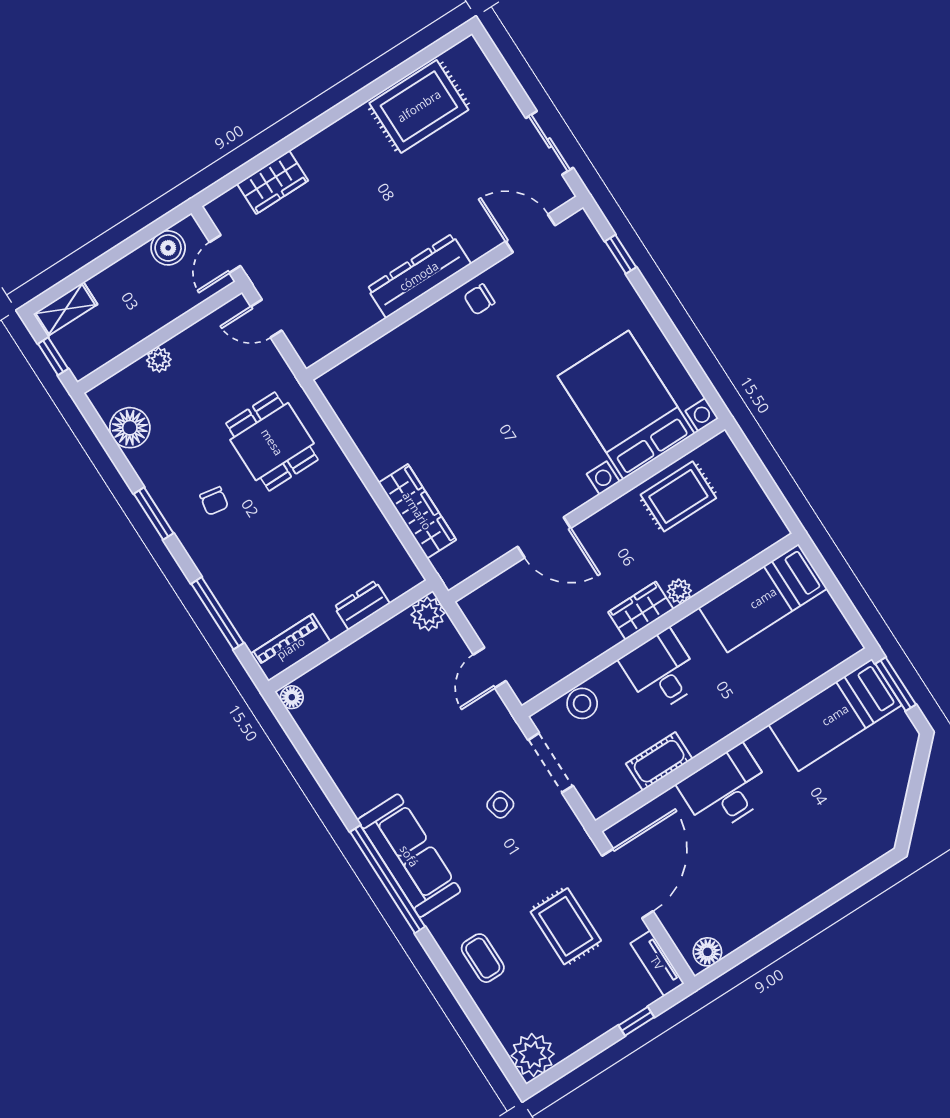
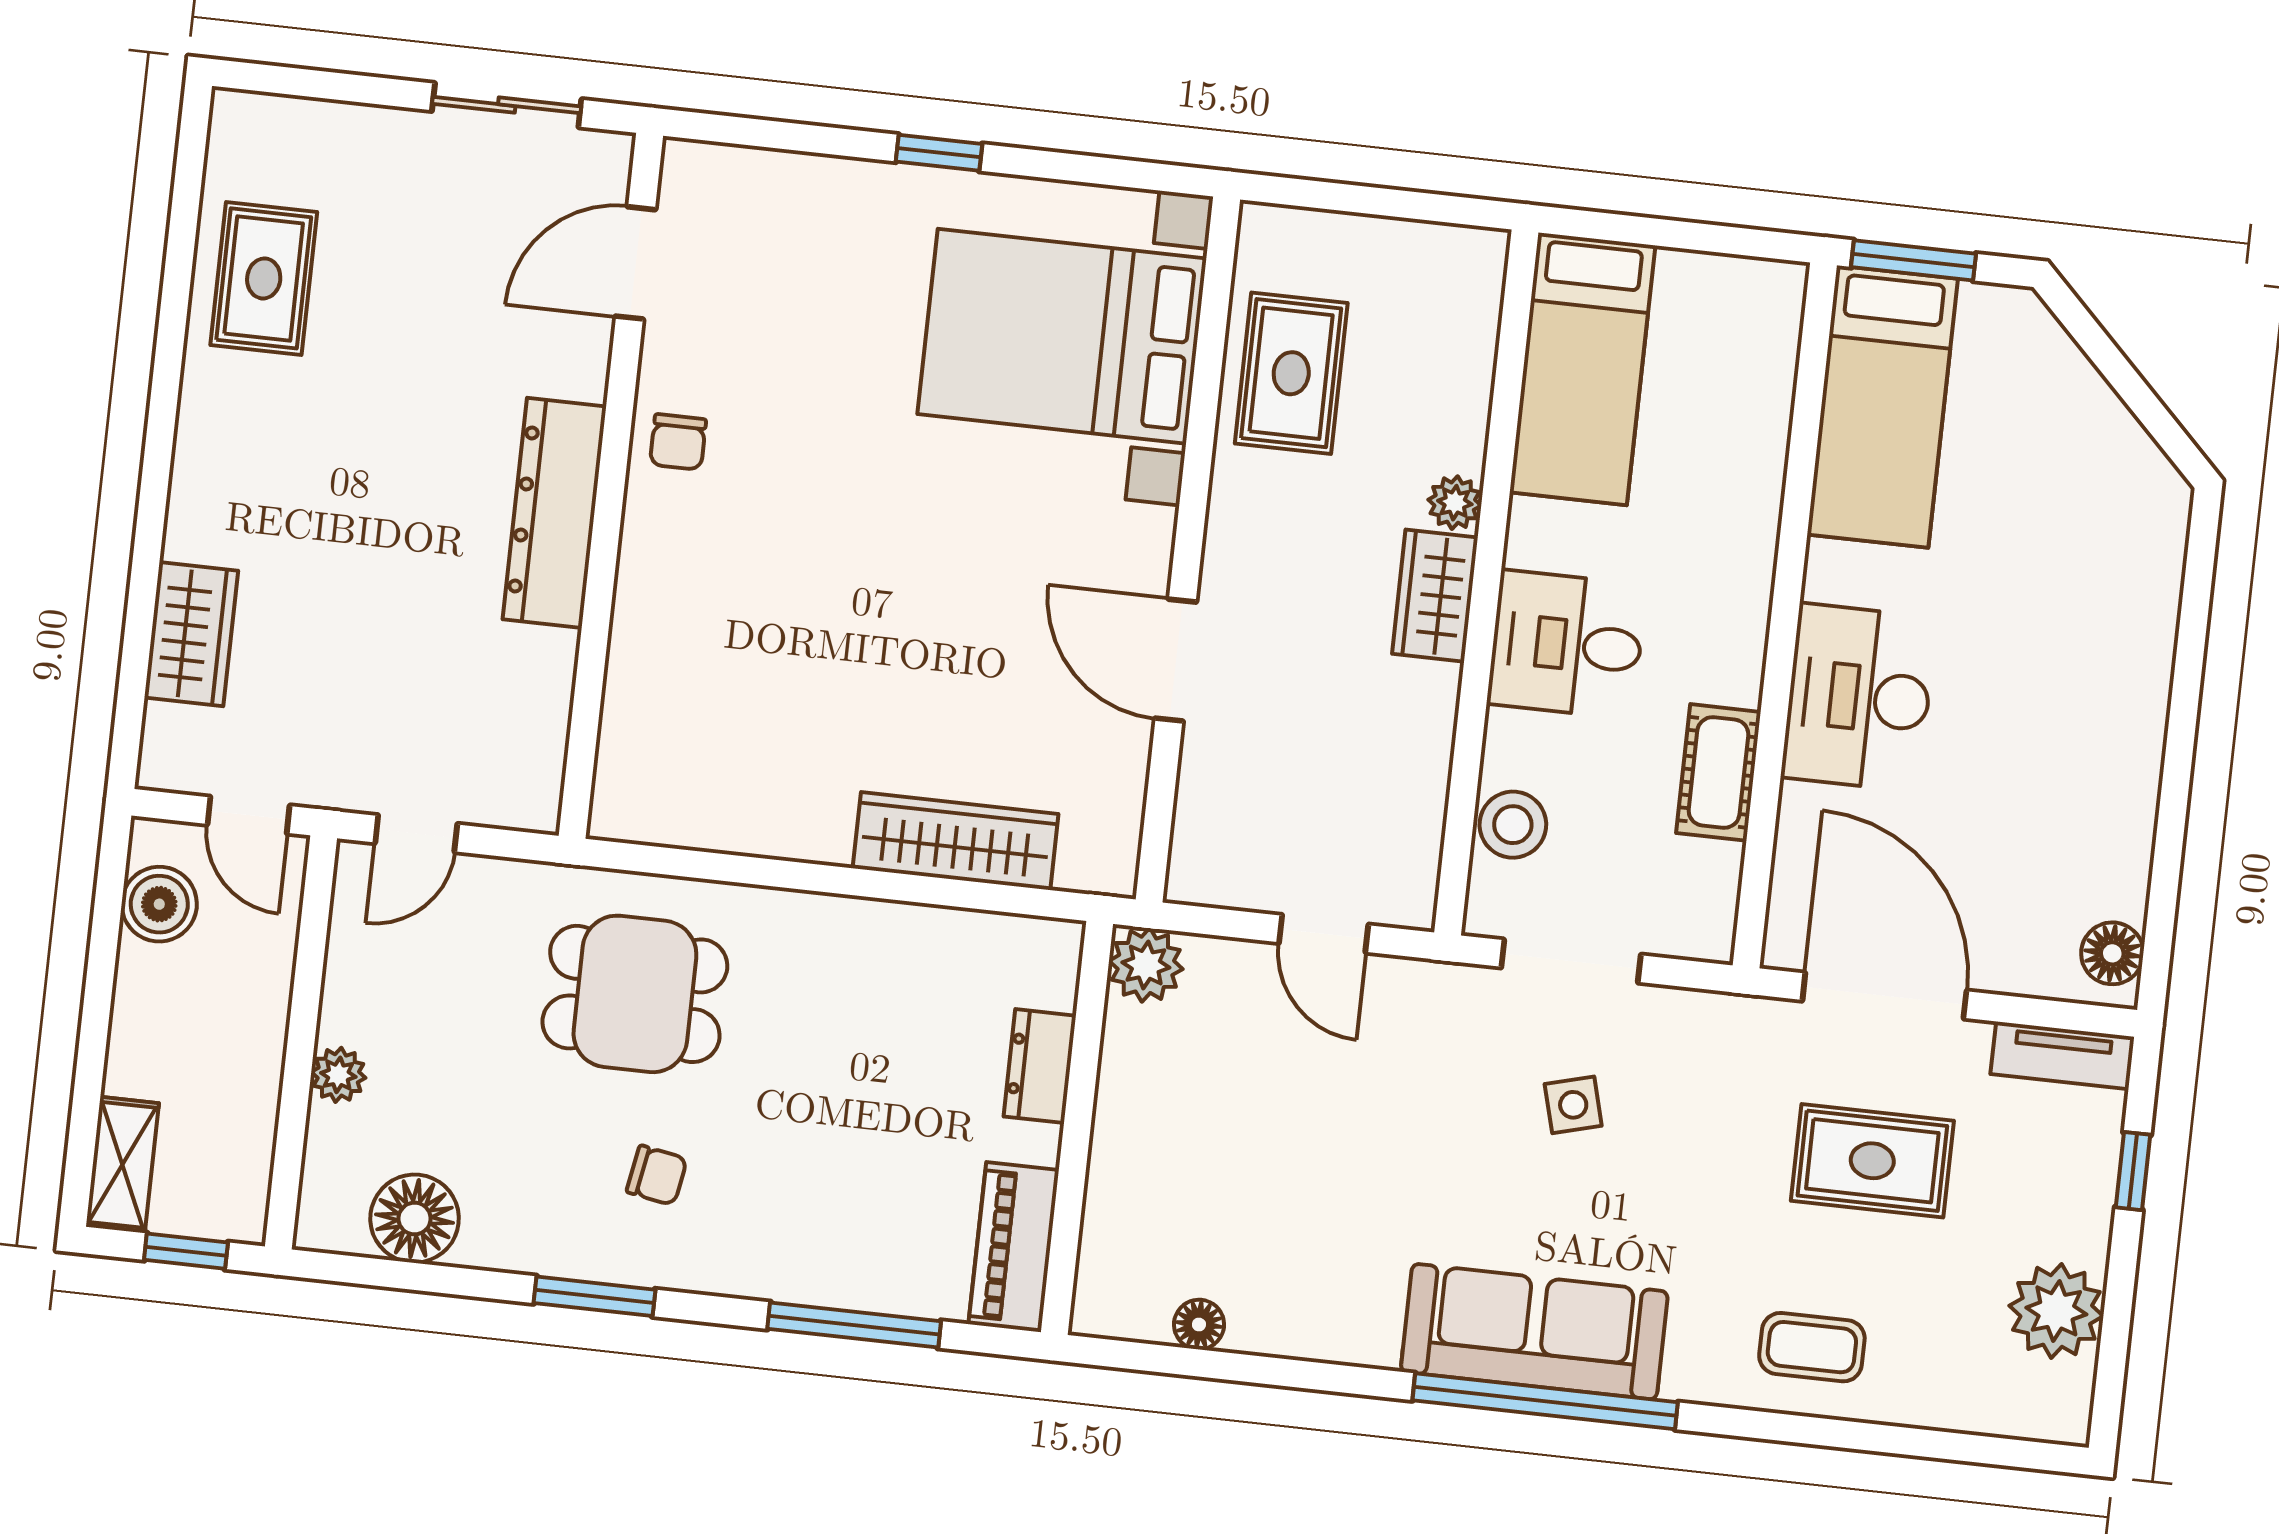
rug: (419, 106) -> (264, 278), width x0.73, depth x0.70
window: (621, 254) -> (939, 153), moved
door: (544, 537) -> (1176, 660), swing flipped
floor lamp: (292, 697) -> (1199, 1325), moved
plant: (533, 1055) -> (2056, 1311), moved

